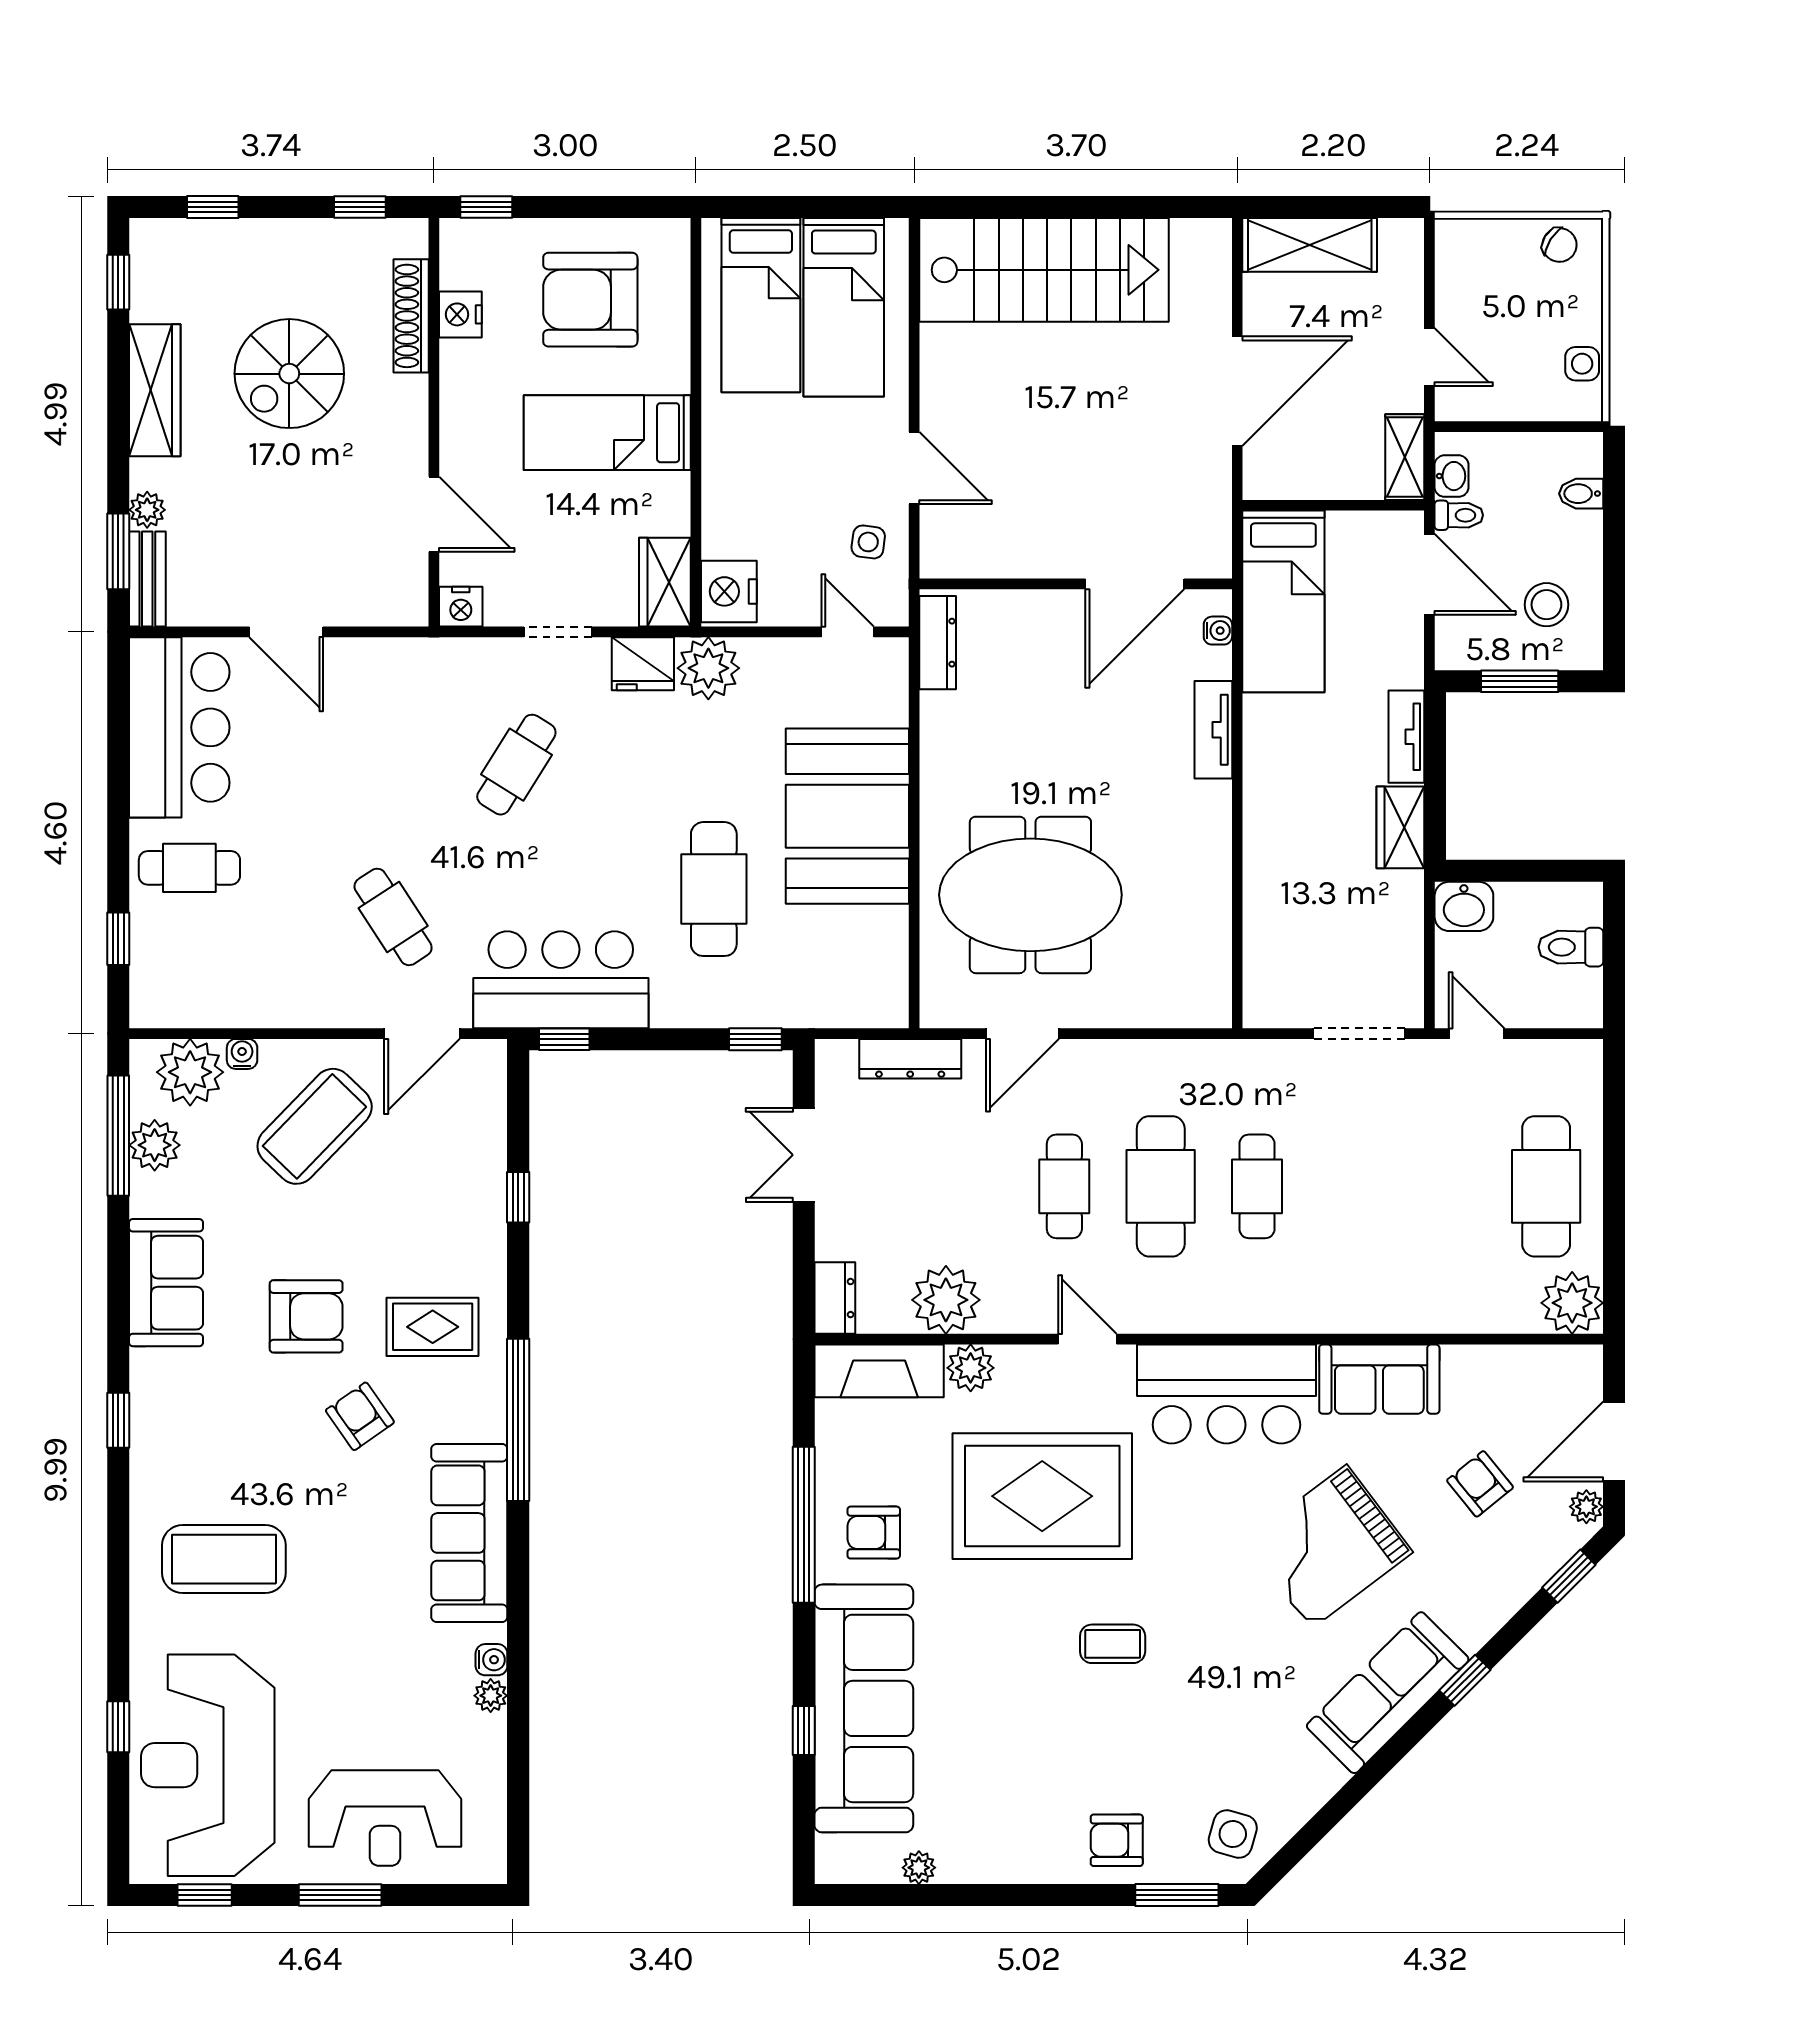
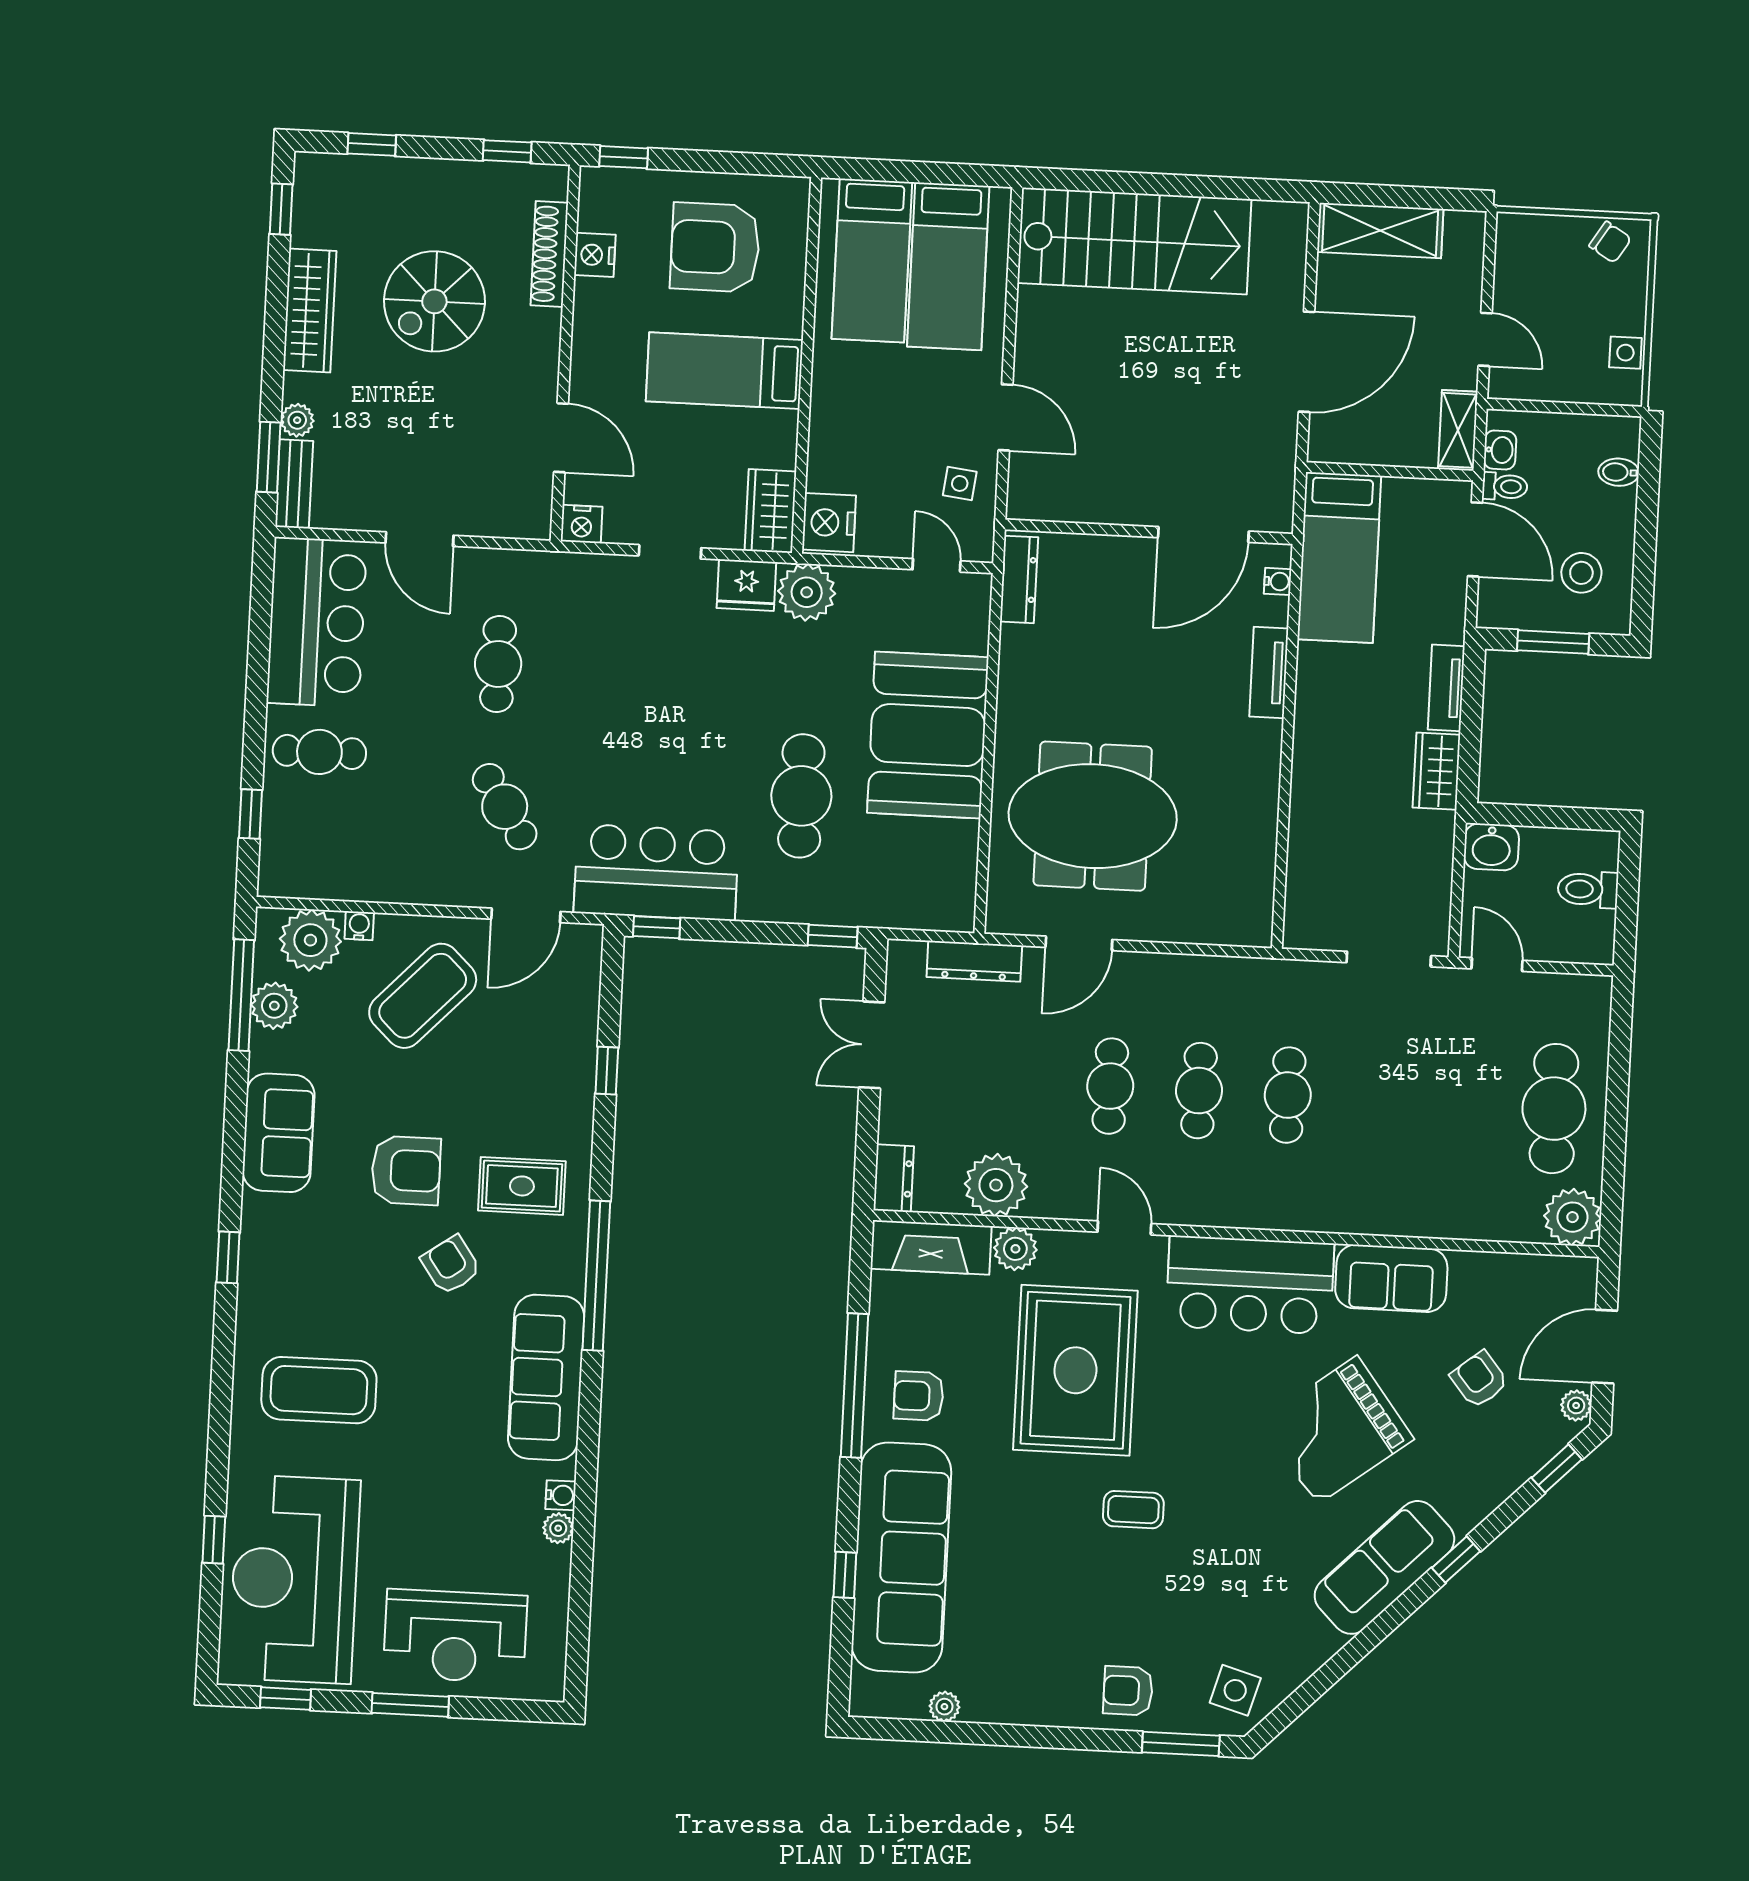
cafe table: (516, 765) -> (498, 664), moved, turned -32
cafe table: (1161, 1186) -> (1199, 1091), width x0.73, depth x0.74
rug: (1042, 1496) -> (1075, 1370), turned 90

